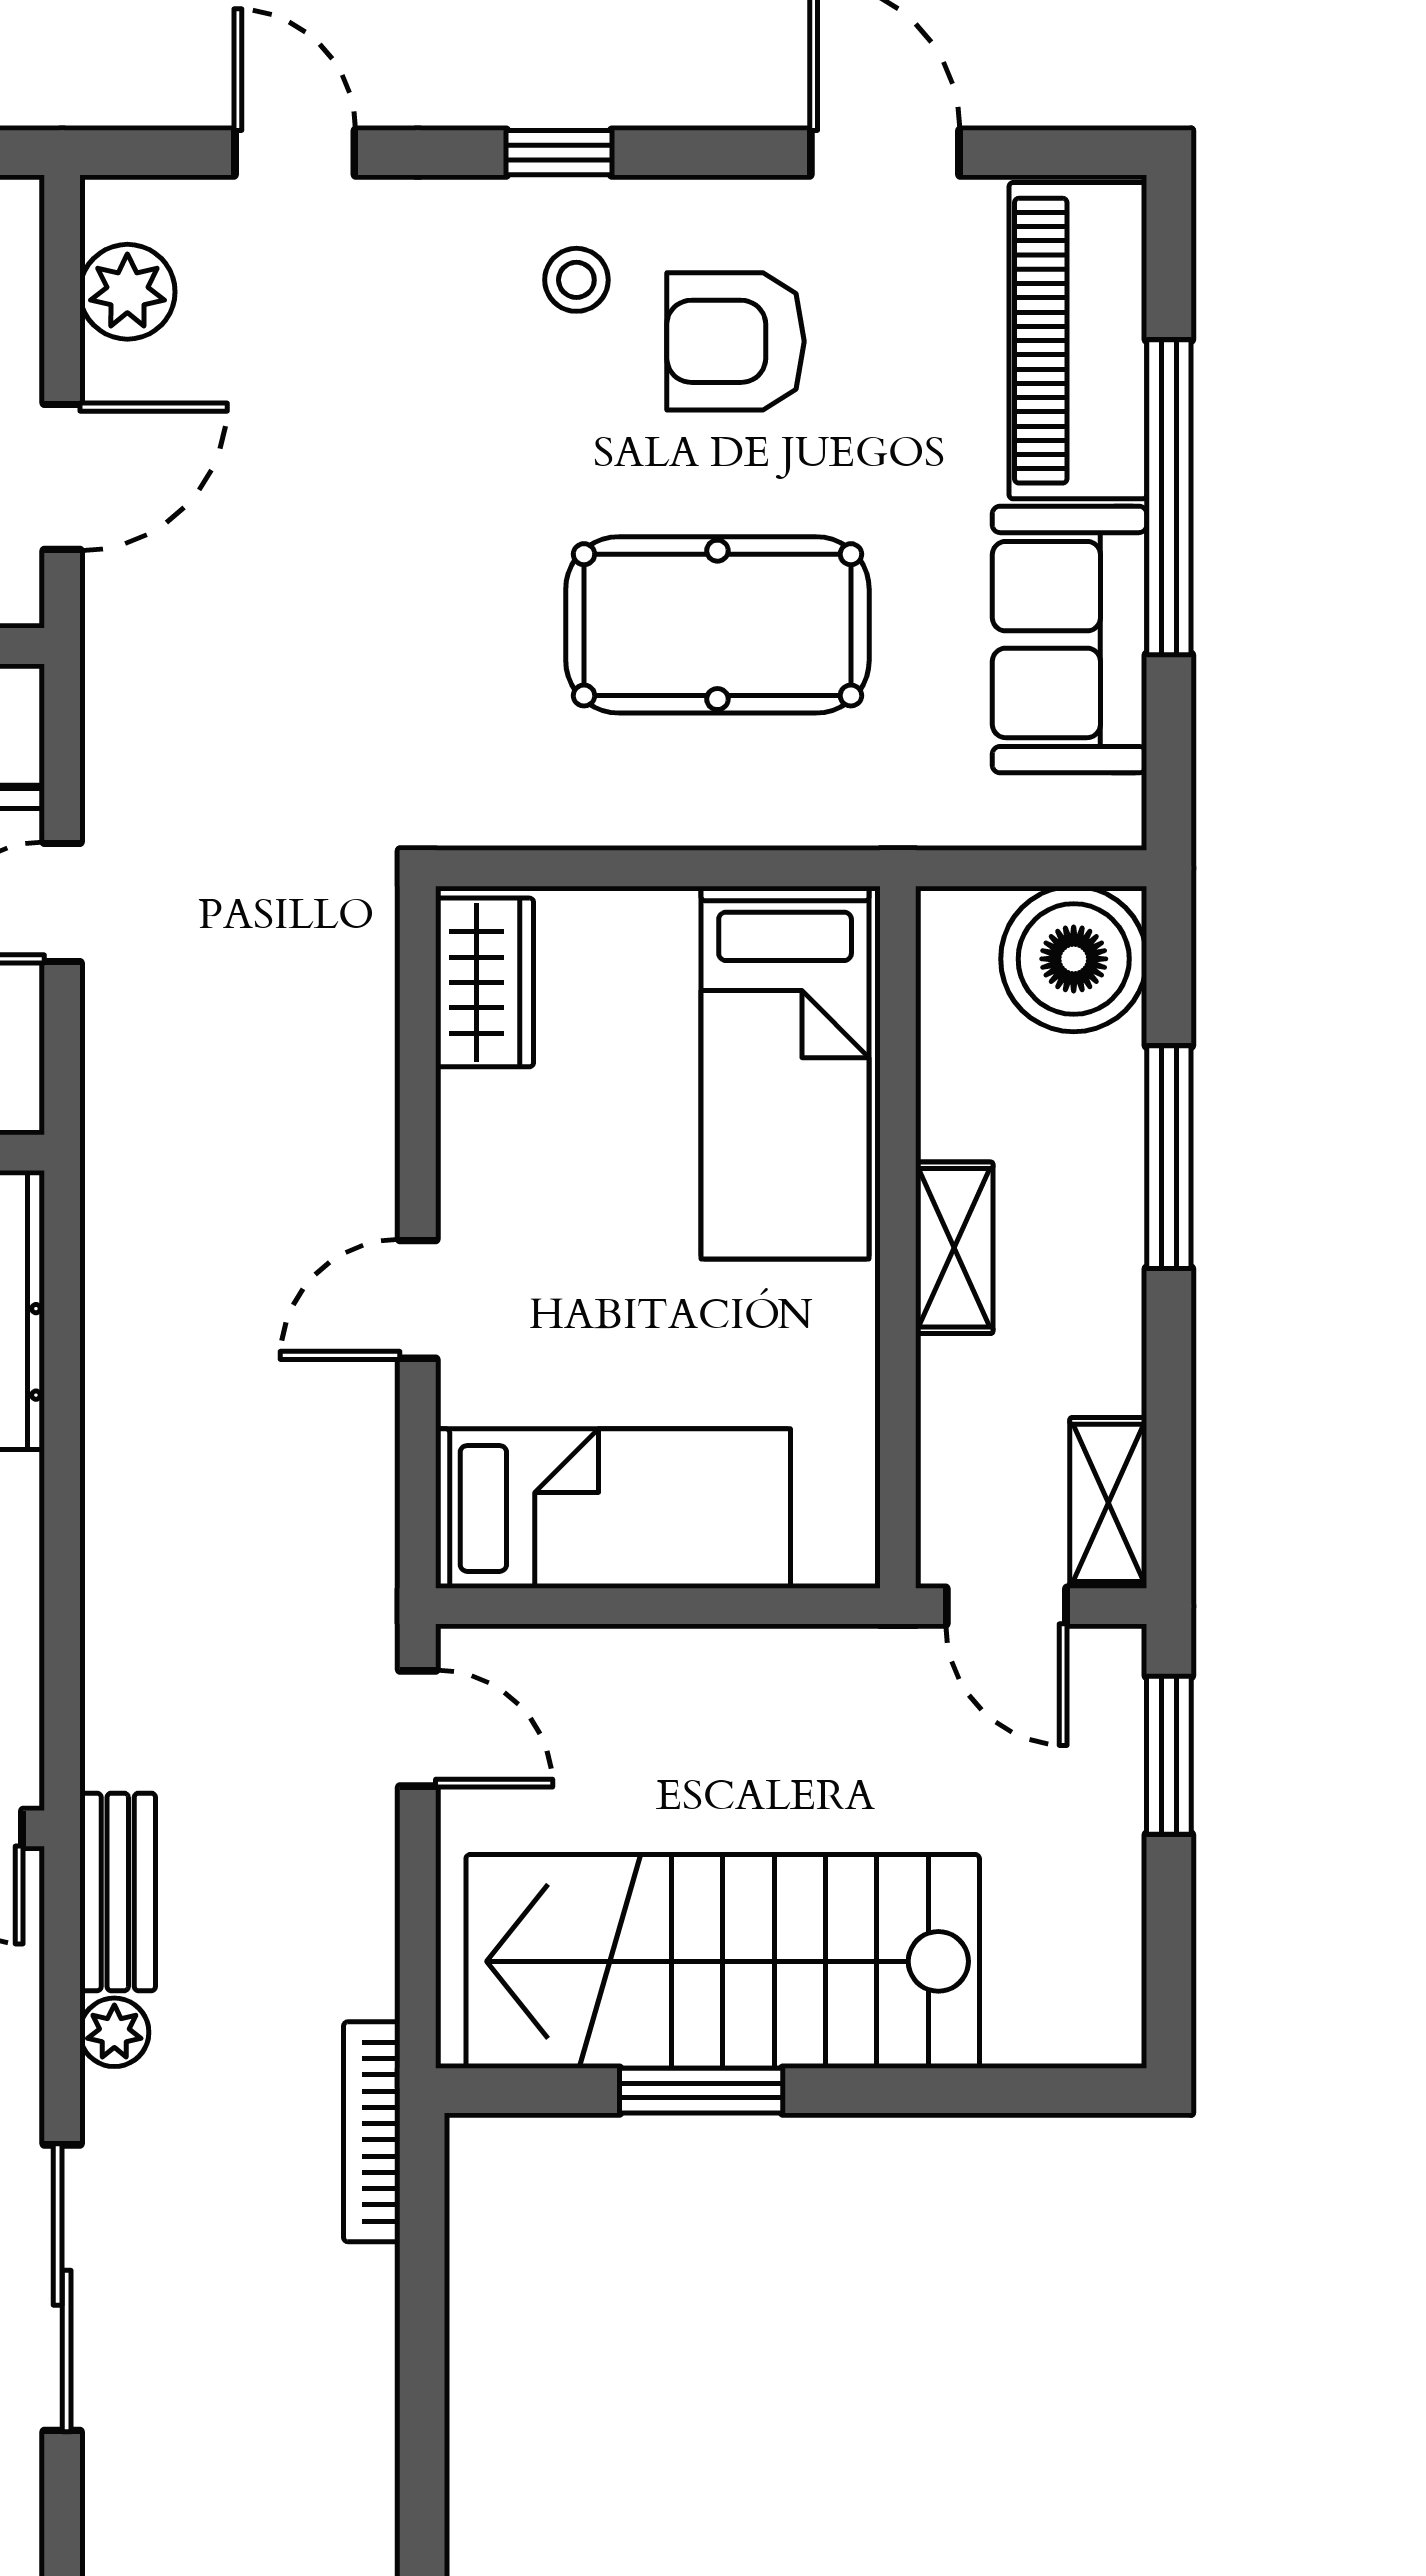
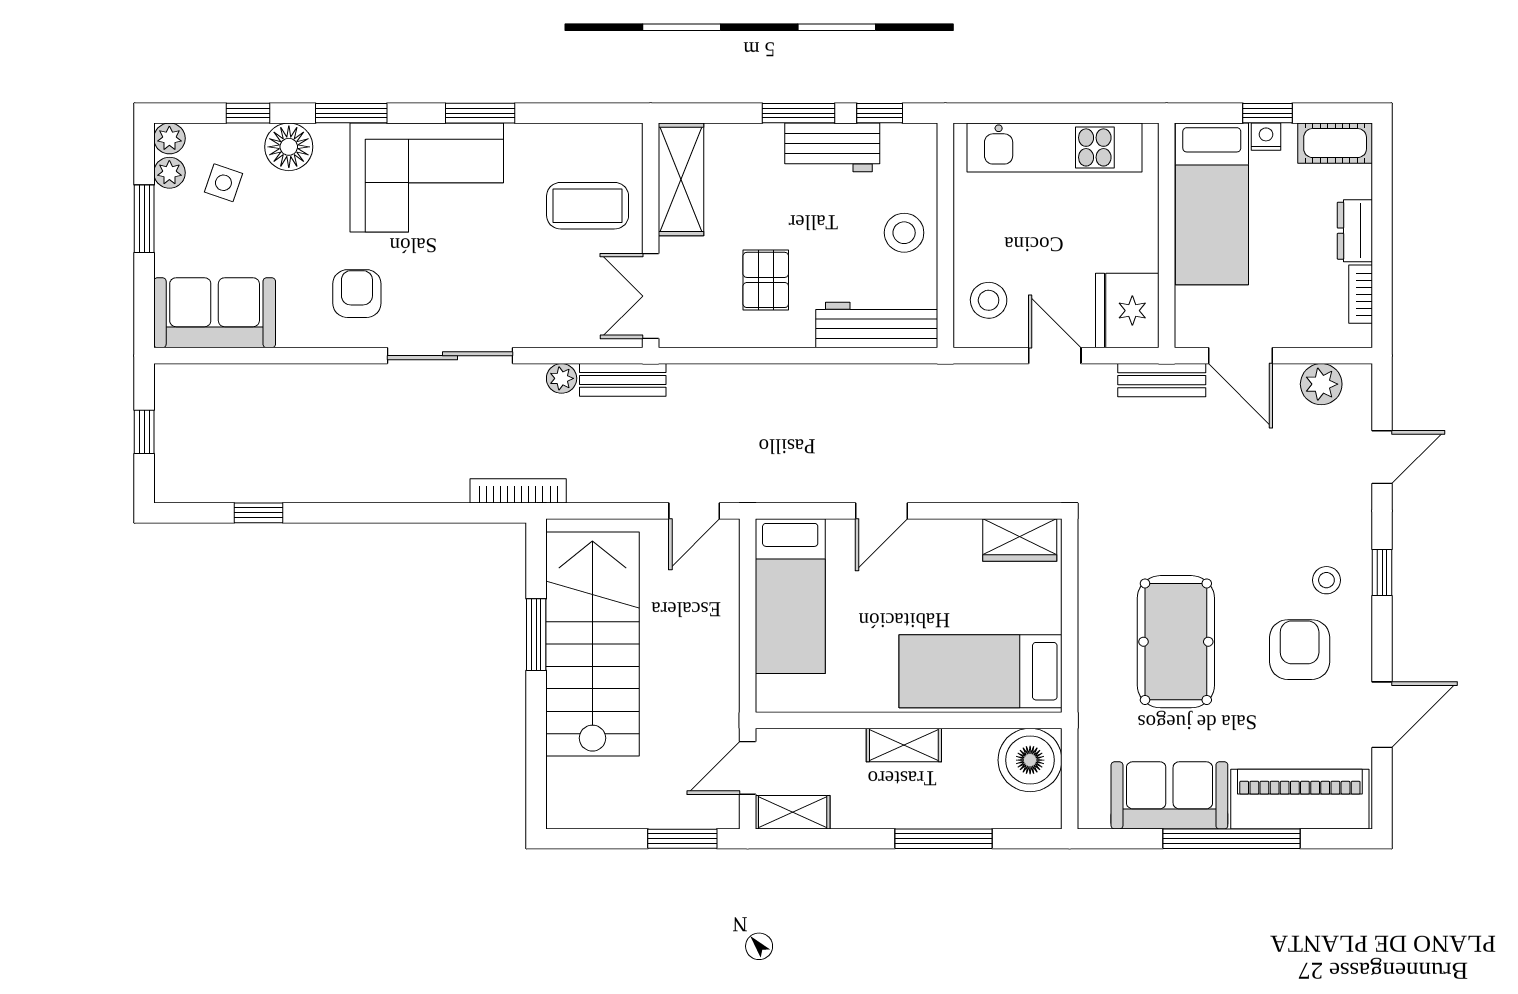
bench: (118, 657) -> (1162, 380), added
boiler: (1074, 959) -> (1030, 760), moved
door: (418, 1299) -> (881, 511), swing flipped

